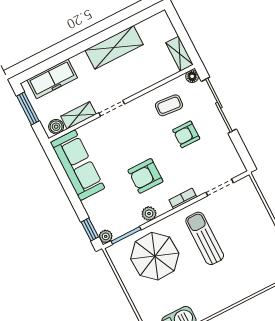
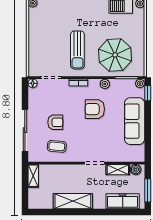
floor lamp: (192, 76) -> (33, 83), moved
sofa: (78, 165) -> (135, 121), moved
armchair: (145, 176) -> (95, 109), turned 180

